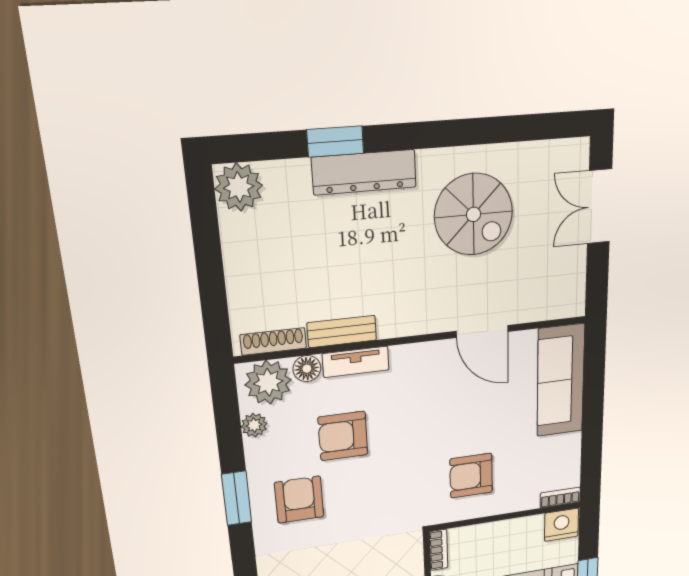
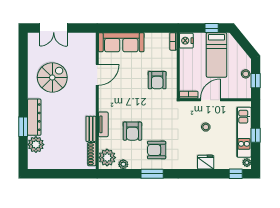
plant: (239, 187) -> (36, 145), moved
floor lamp: (307, 369) -> (104, 143), removed

